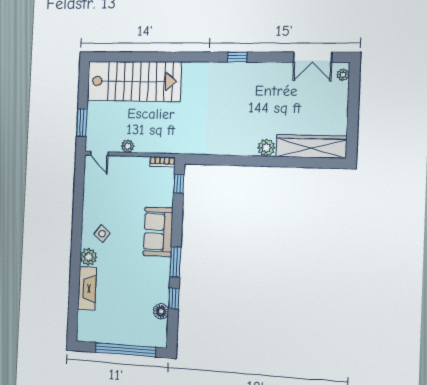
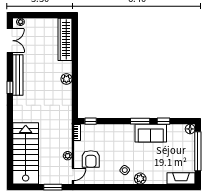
bench: (256, 70) -> (18, 75), added
plant: (266, 148) -> (66, 79), moved
armchair: (121, 182) -> (91, 159), added
sofa: (158, 232) -> (151, 133), moved
fireplace: (87, 289) -> (181, 178), moved
floor lamp: (161, 311) -> (190, 129), moved

